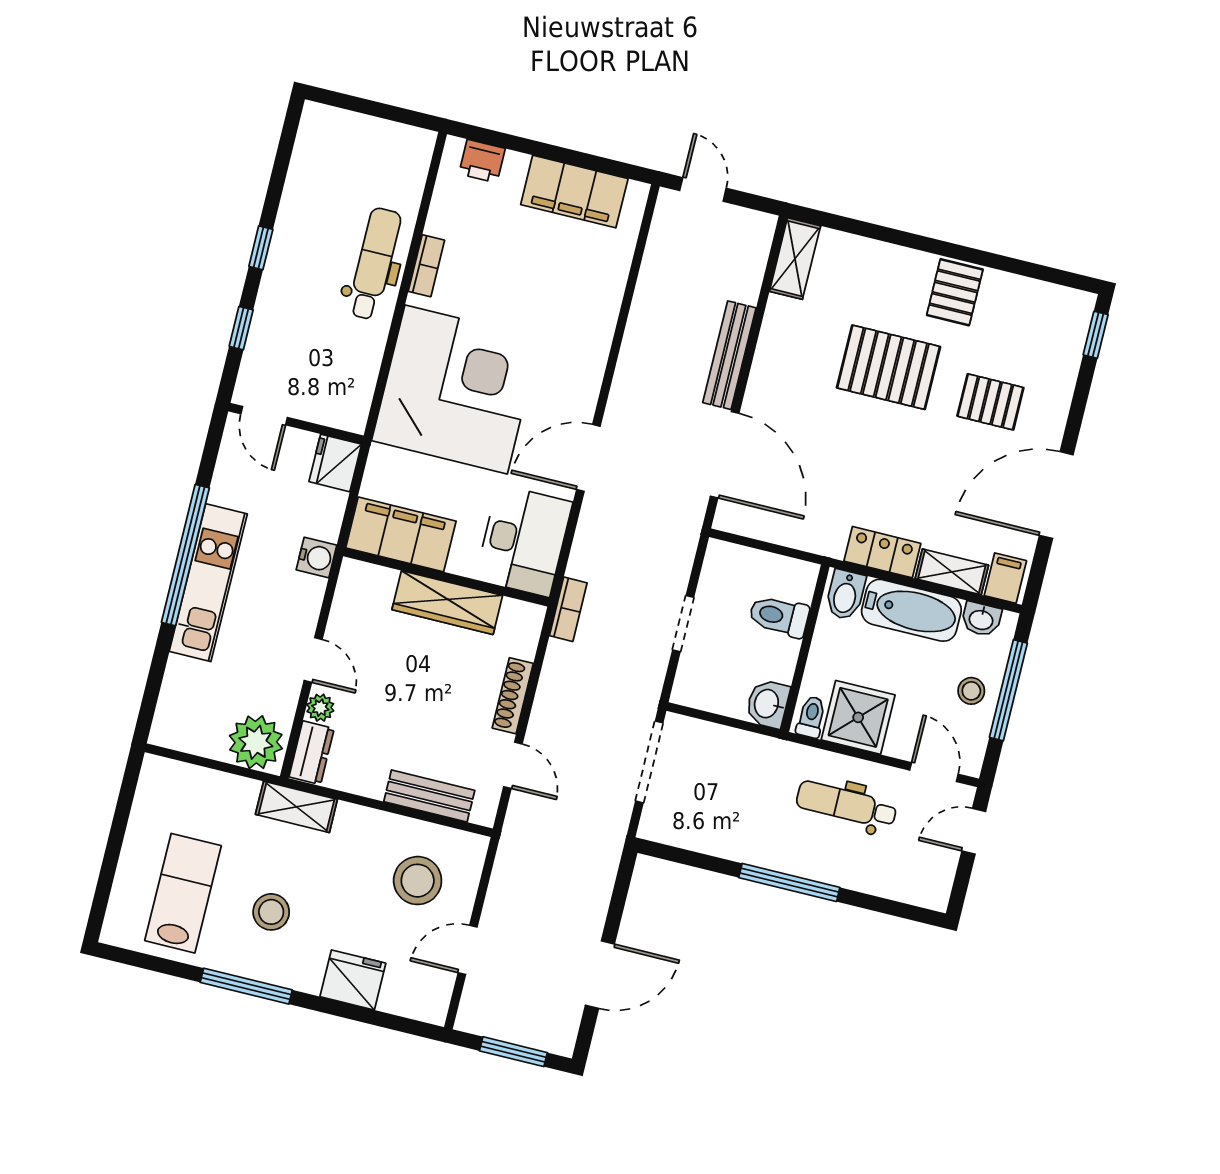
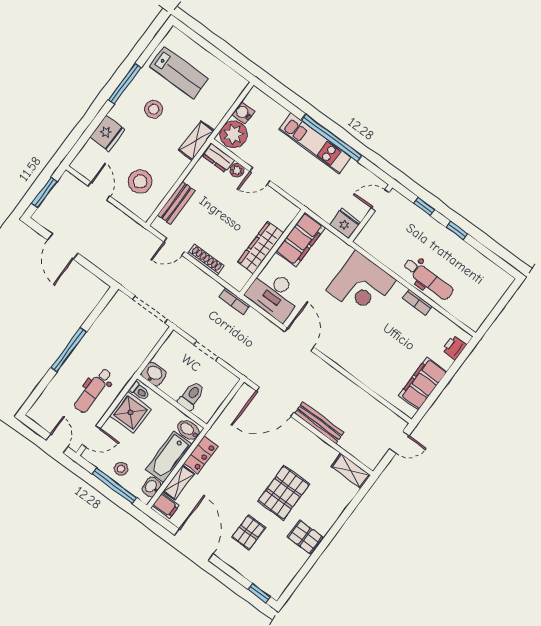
corner desk: (456, 389) -> (361, 285), width x0.74, depth x0.74
water cooler: (316, 558) -> (243, 113), moved, turned 90
dental chair: (846, 805) -> (93, 391), turned 180

